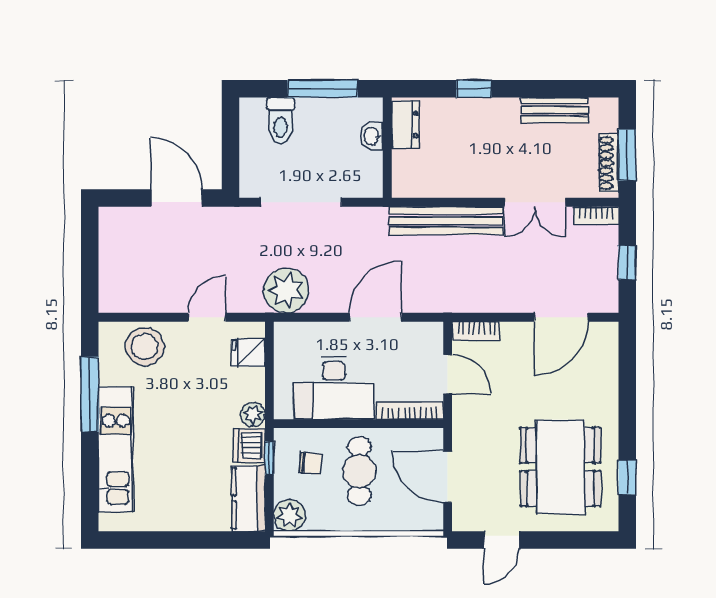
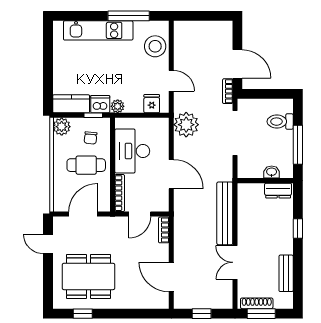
door: (176, 198) -> (237, 64), hinge flipped
bookcase: (596, 216) -> (228, 91), moved

